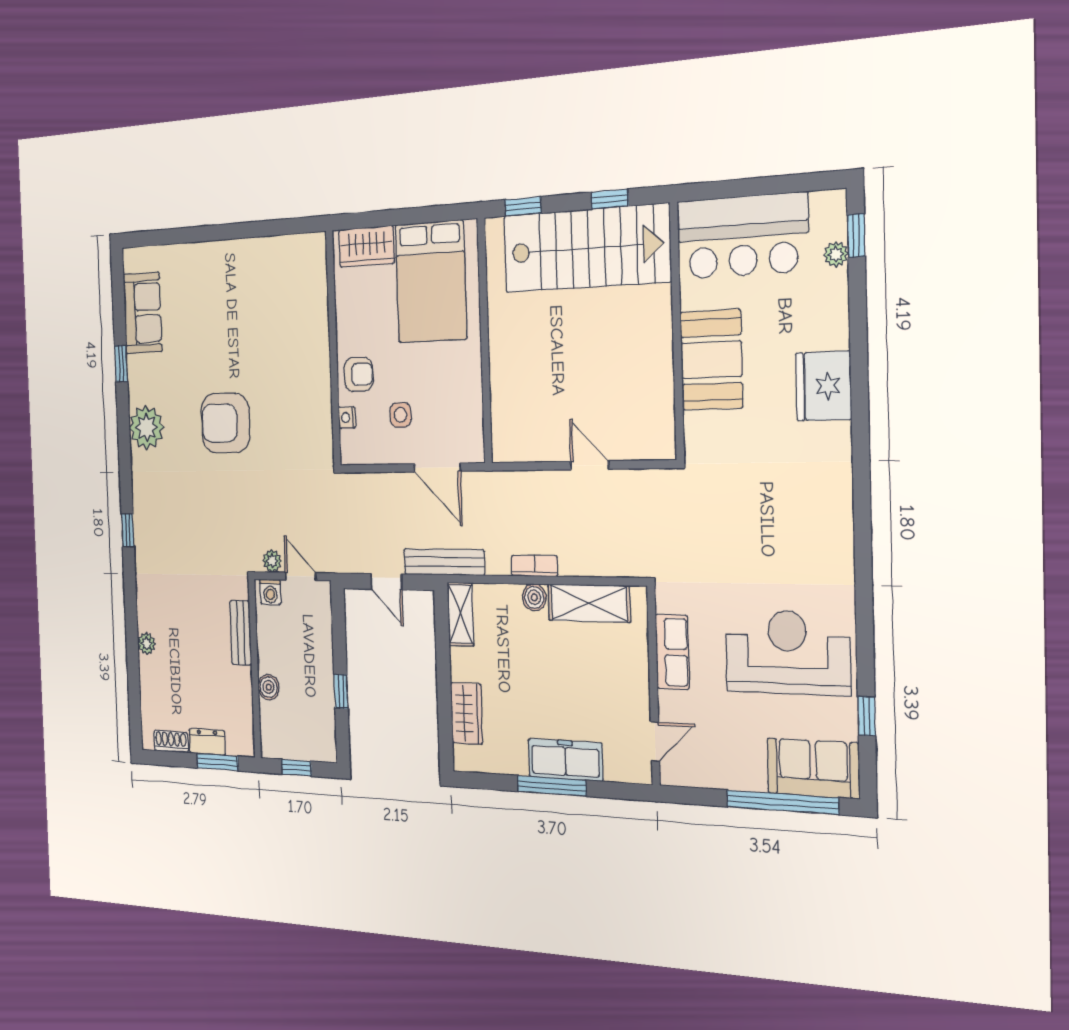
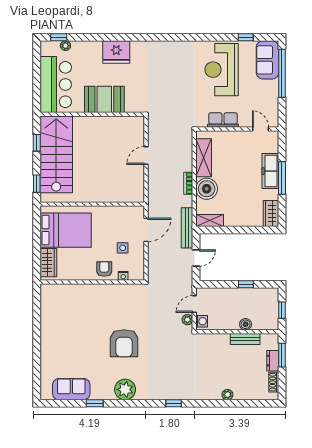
boiler: (534, 597) -> (207, 189), width x1.86, depth x1.86
bench: (241, 633) -> (245, 339), moved
wardrobe: (467, 713) -> (271, 213), moved, turned -90

